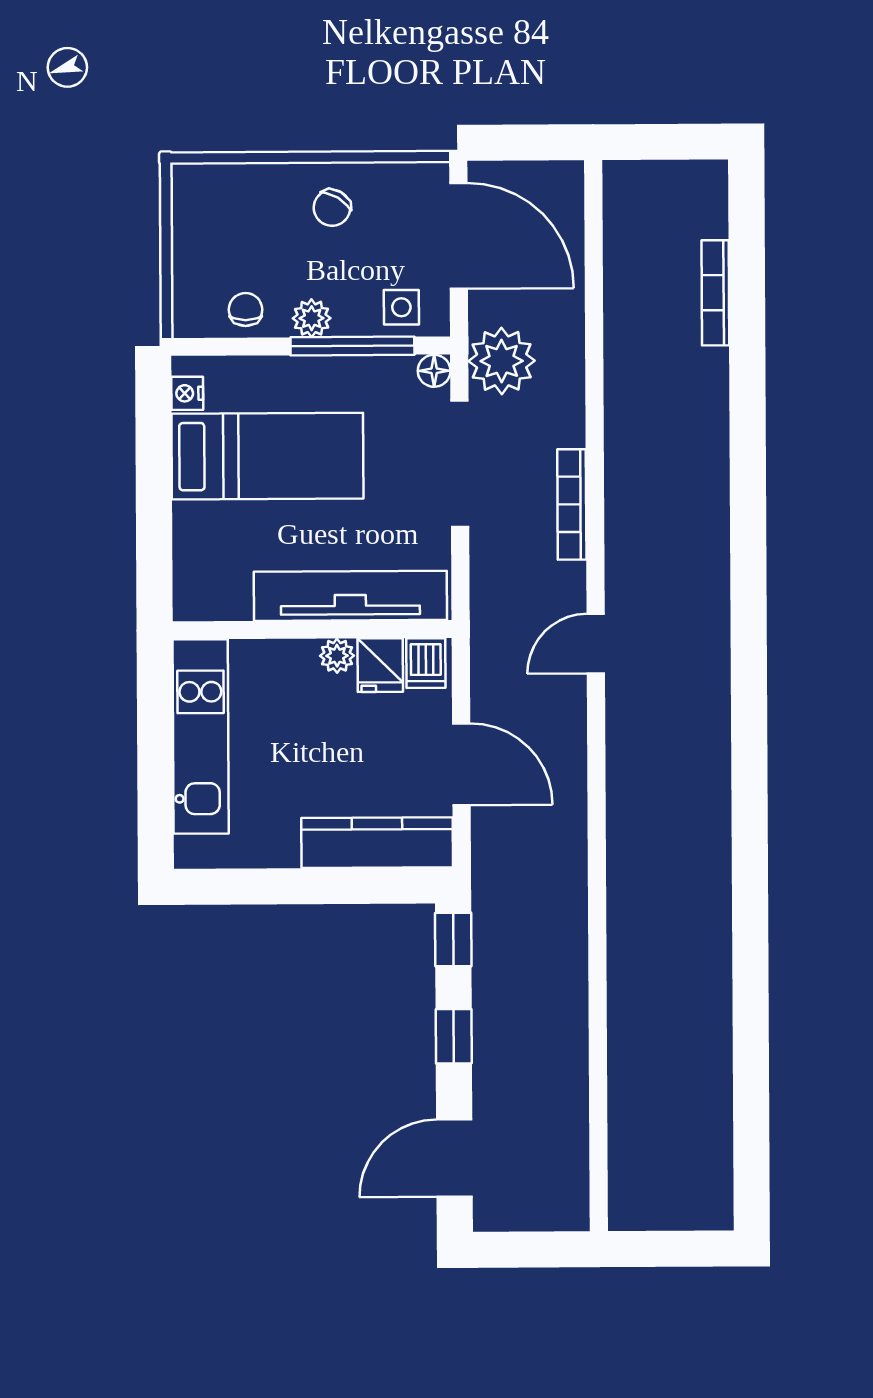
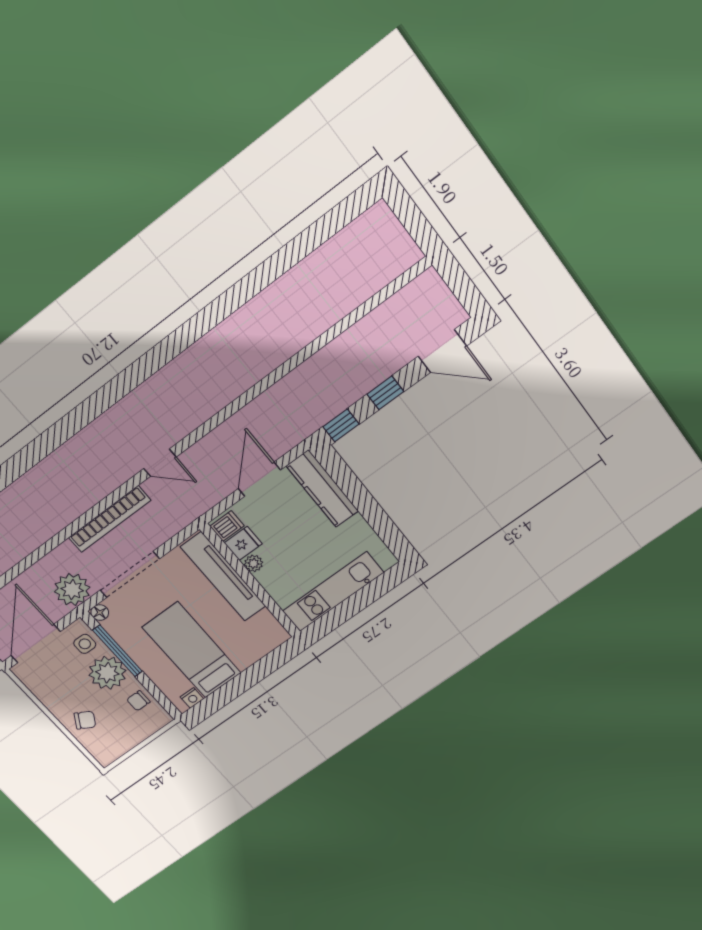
chair: (332, 208) -> (85, 720), moved
plant: (312, 318) -> (107, 673), width x1.87, depth x1.87
bookcase: (572, 504) -> (110, 519), width x1.48, depth x1.31

